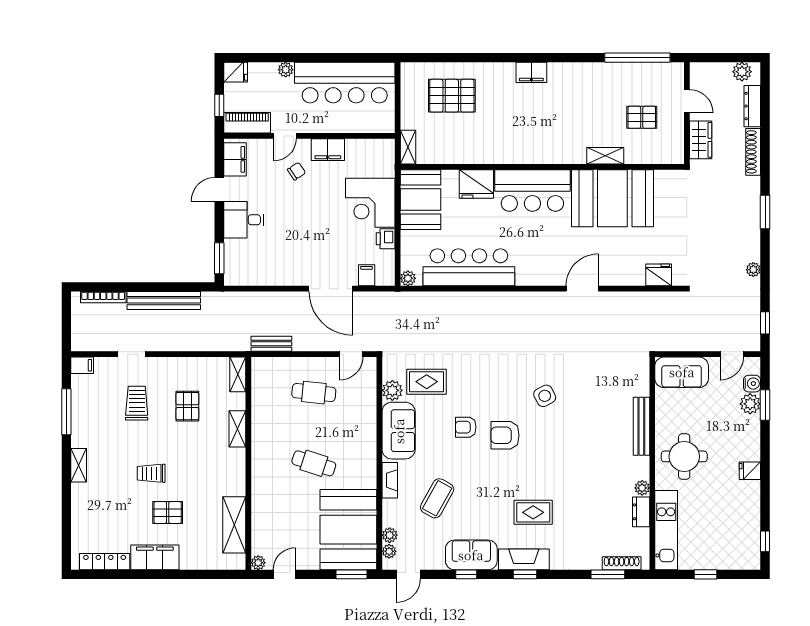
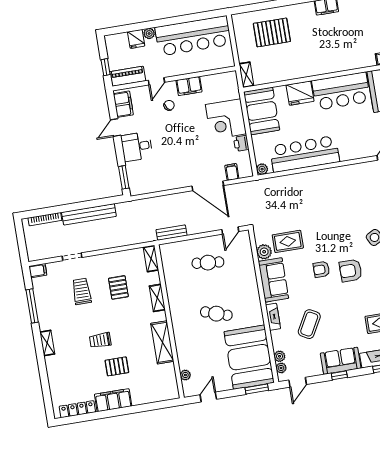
fridge: (236, 72) -> (136, 39), moved, turned 90
shelving: (234, 525) -> (162, 342), moved
plant: (258, 563) -> (185, 375), moved

